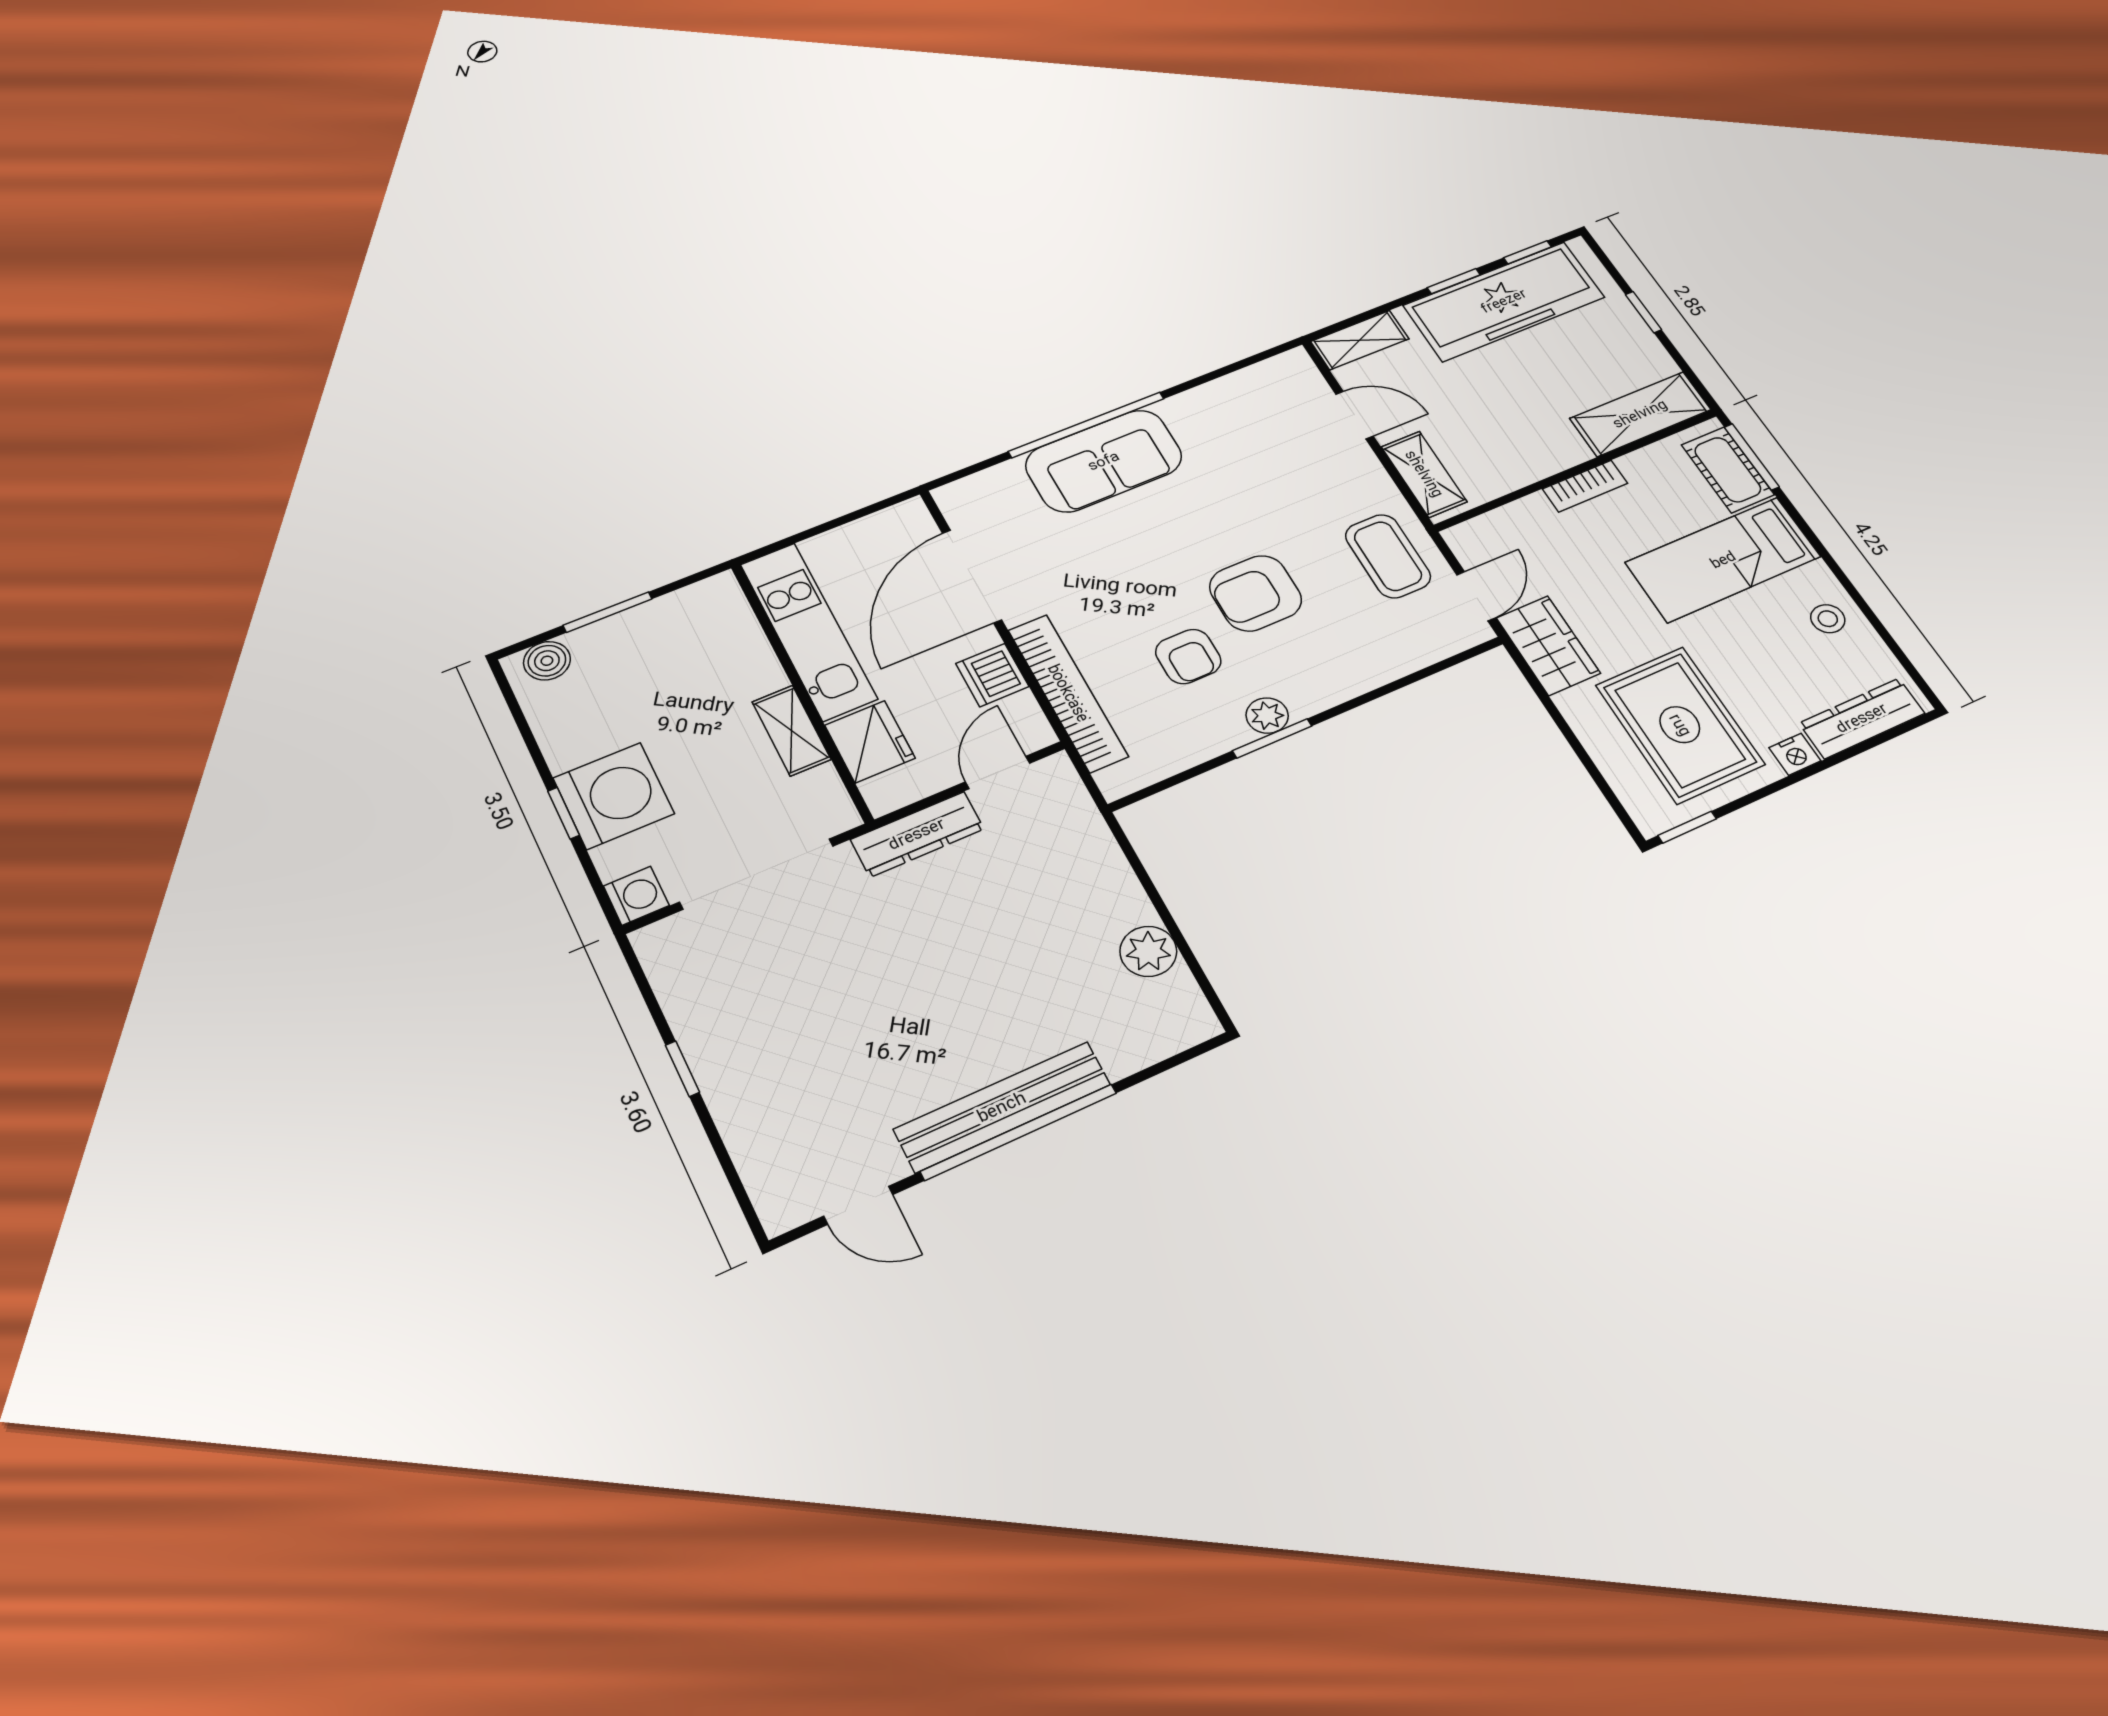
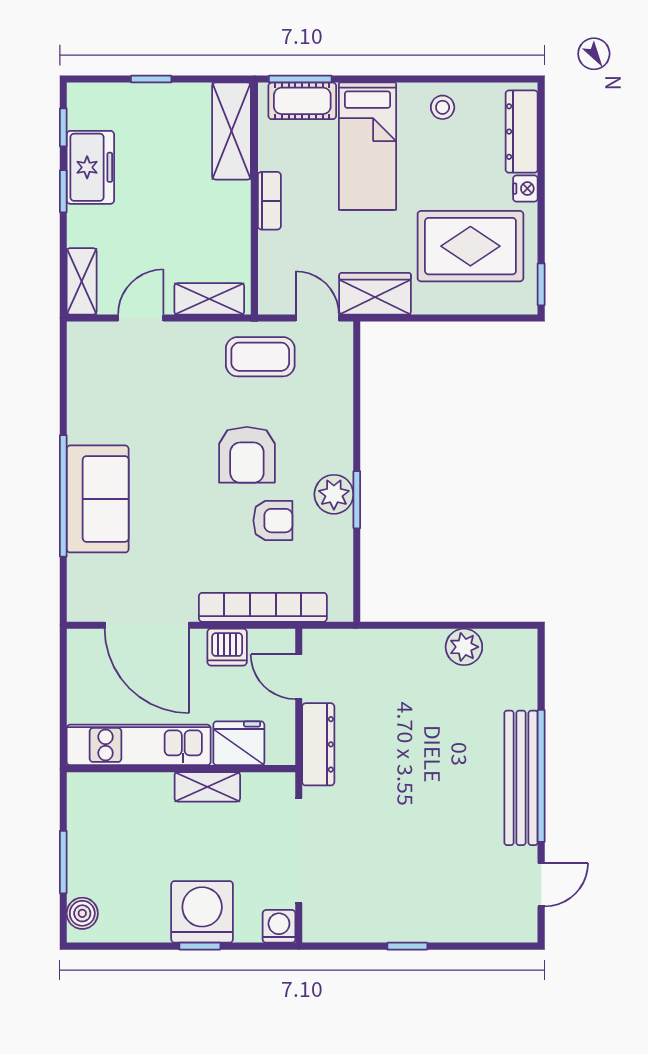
freezer: (1504, 301) -> (90, 167), width x0.52, depth x0.79
plant: (1267, 716) -> (334, 494), width x1.38, depth x1.38

